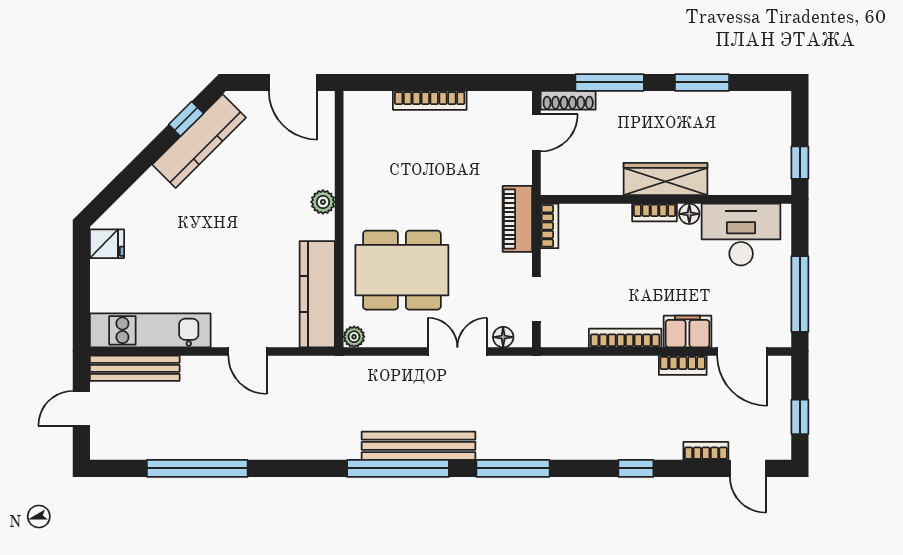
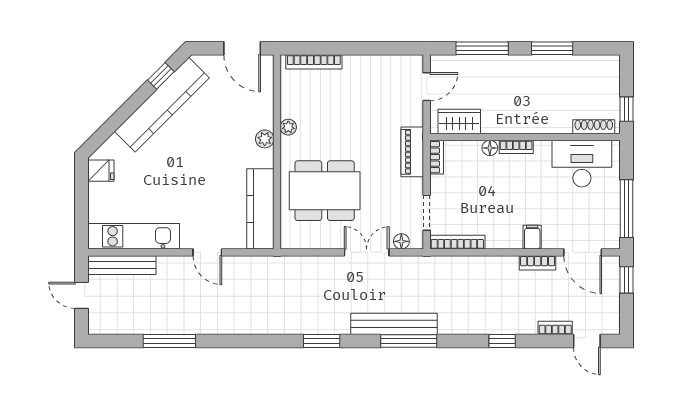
bookcase: (430, 100) -> (314, 62), moved
shoe rack: (568, 100) -> (594, 127), moved, turned 180
kitchen counter: (199, 141) -> (162, 105), width x1.39, depth x1.17
wardrobe: (665, 179) -> (459, 122), moved, width x0.67
floor lamp: (689, 214) -> (490, 148), moved
filing cabinet: (688, 331) -> (532, 237), width x0.50
plant: (354, 337) -> (288, 127), moved
bookcase: (625, 338) -> (457, 242), moved
door: (81, 408) -> (81, 295), hinge flipped
window: (800, 417) -> (626, 280), moved
bench: (419, 446) -> (394, 324), moved
window: (197, 468) -> (169, 341), width x0.68
window: (398, 468) -> (322, 341), width x0.47

